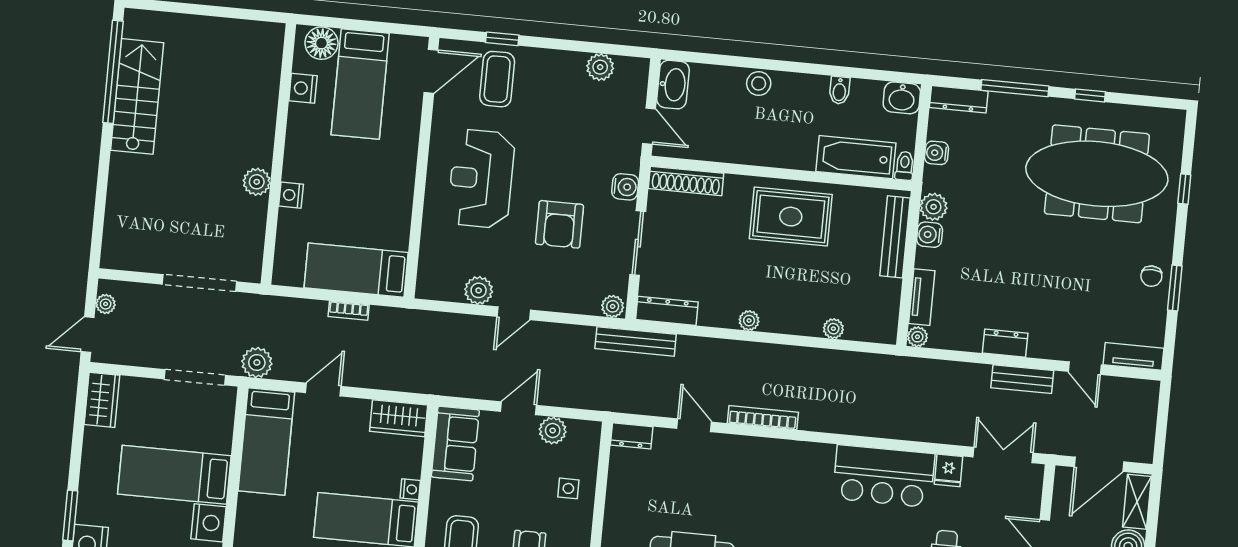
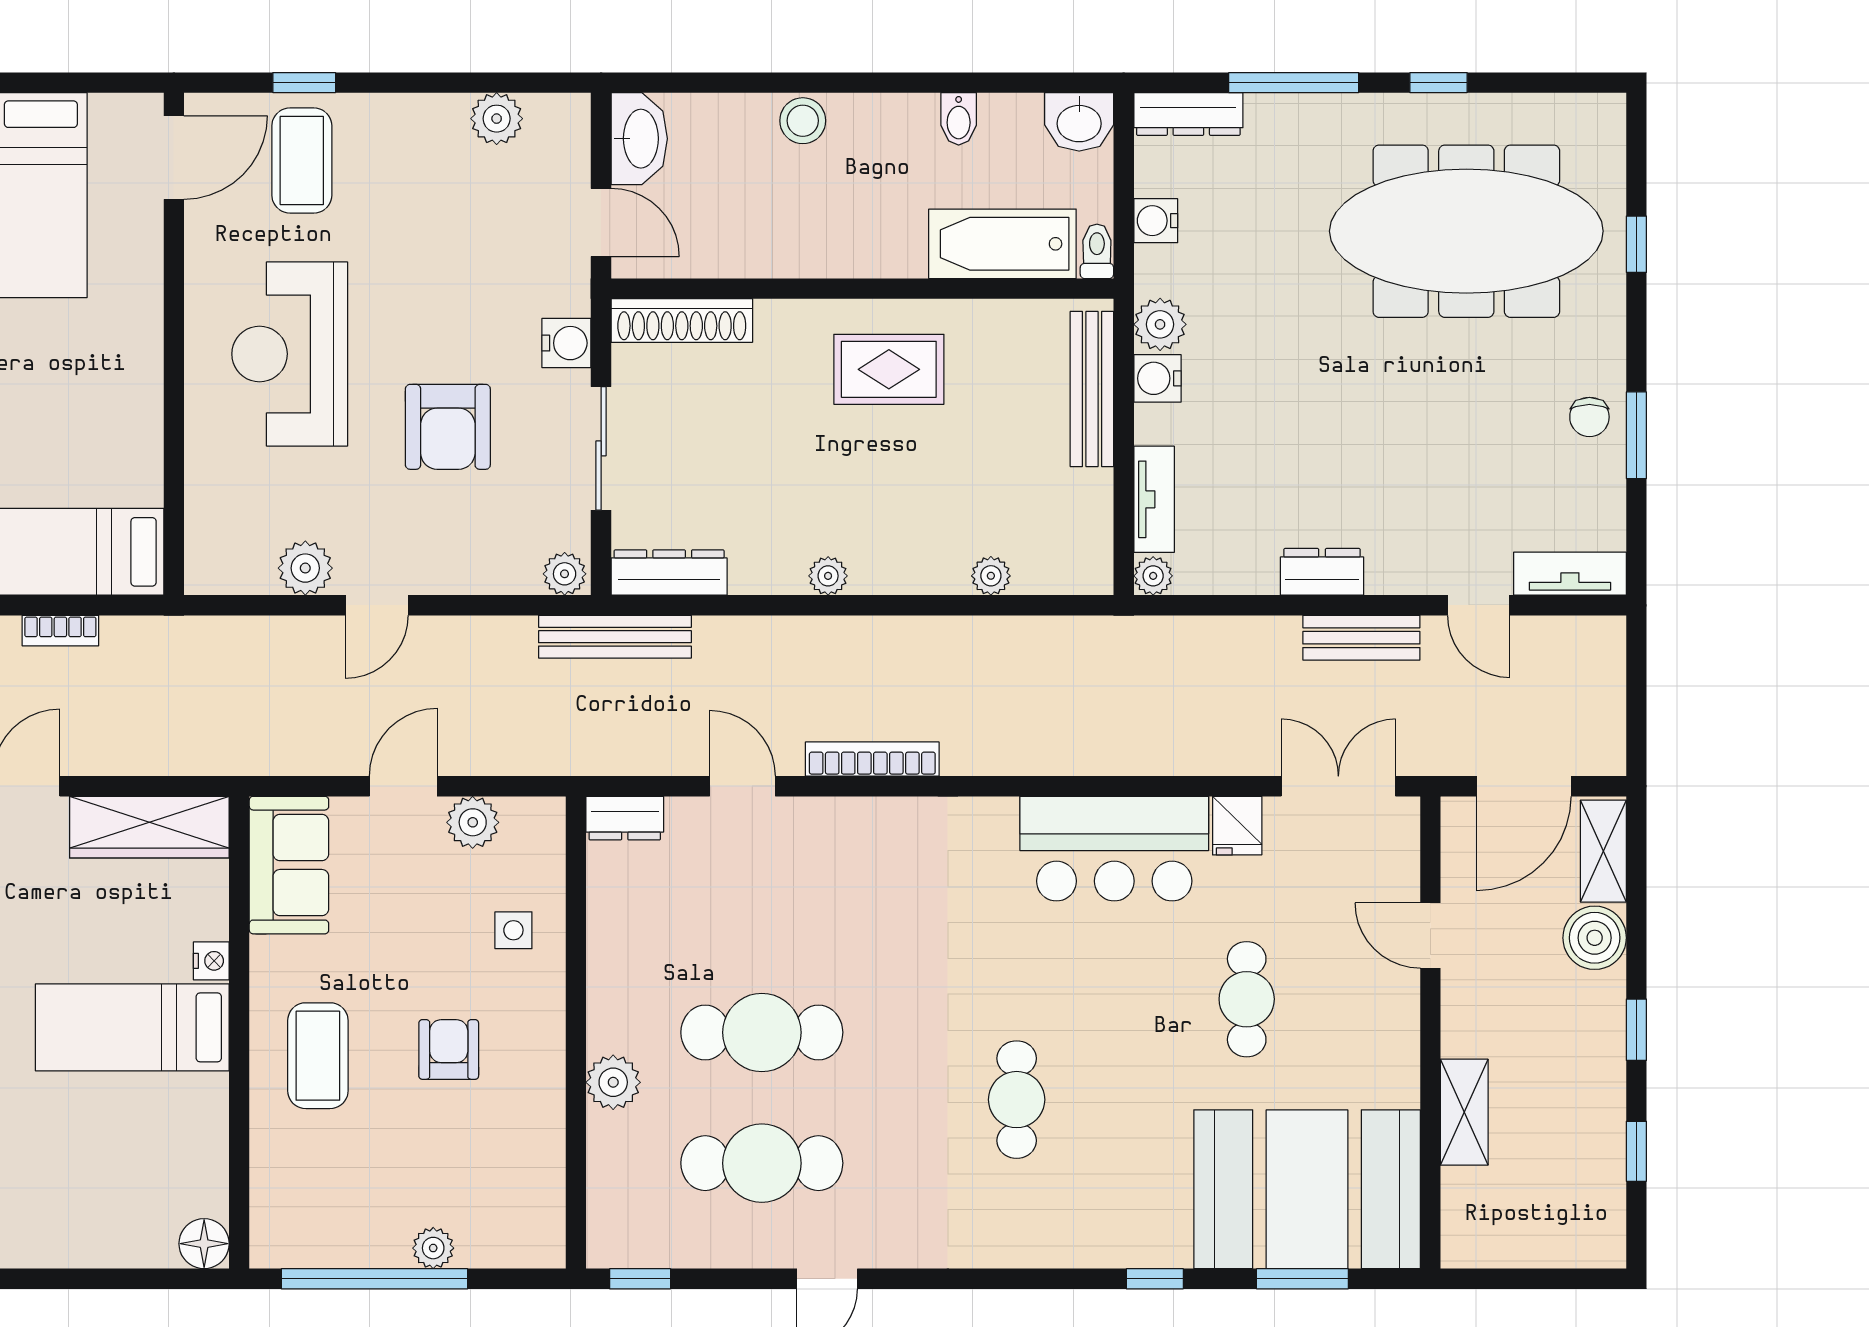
rug: (791, 217) -> (889, 369), width x0.73, depth x0.70
wardrobe: (399, 418) -> (149, 827), width x1.50

